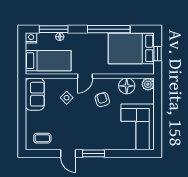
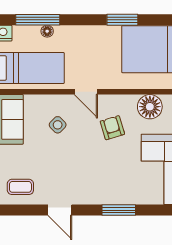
window: (109, 29) -> (122, 20), width x0.47
door: (85, 76) -> (86, 92), hinge flipped
window: (94, 153) -> (119, 210), moved

